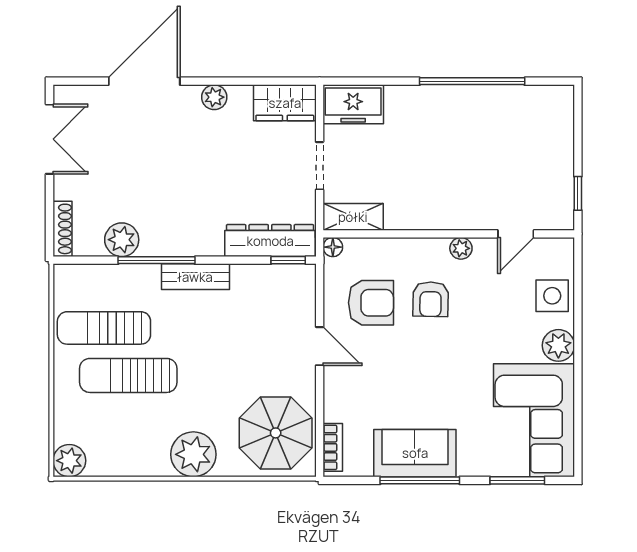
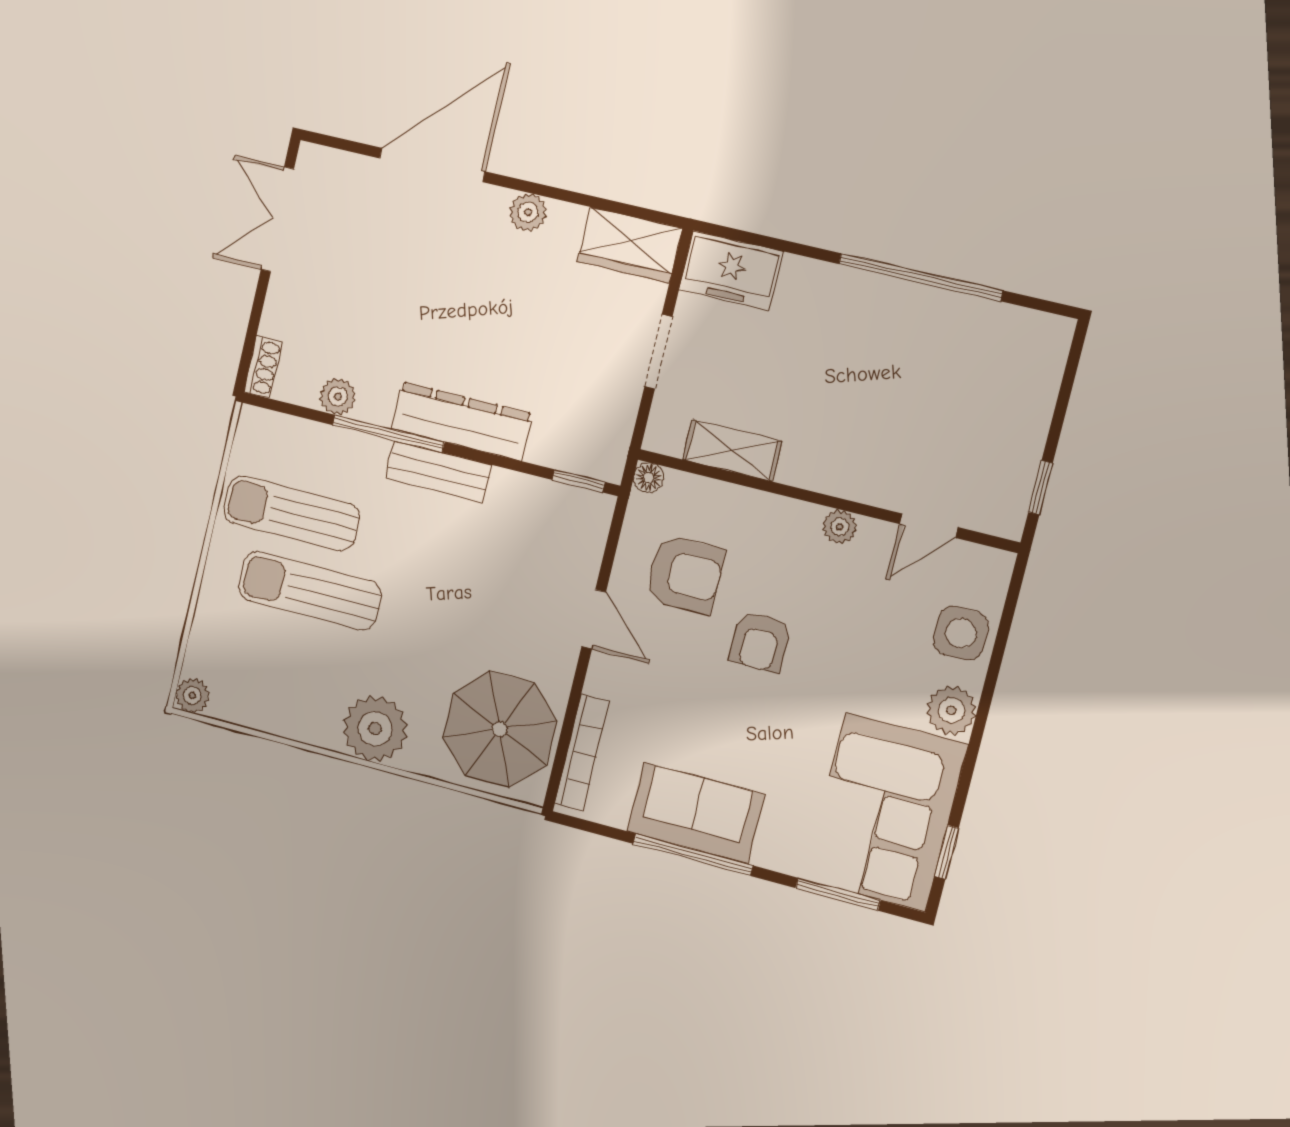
double door: (50, 139) -> (277, 219), swing flipped
shelving: (353, 217) -> (732, 450), moved
shoe rack: (62, 229) -> (263, 367), width x0.70
plant: (122, 240) -> (338, 396), width x0.73, depth x0.73
dresser: (270, 241) -> (462, 421), moved
armchair: (431, 299) -> (760, 642), moved
window: (578, 435) -> (947, 852), added
bookcase: (333, 447) -> (582, 753), width x1.56
plant: (69, 461) -> (192, 695), width x0.73, depth x0.73

